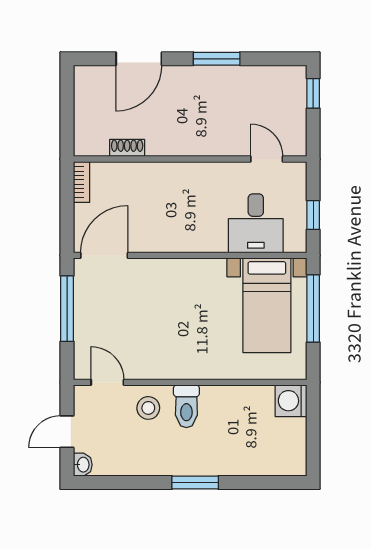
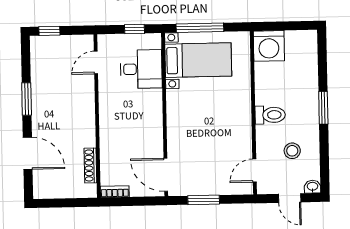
shoe rack: (127, 148) -> (90, 165), width x1.43
window: (67, 309) -> (204, 200), width x0.69
washing machine: (291, 401) -> (269, 46), width x1.37, depth x1.37
stool: (148, 408) -> (292, 151), moved

